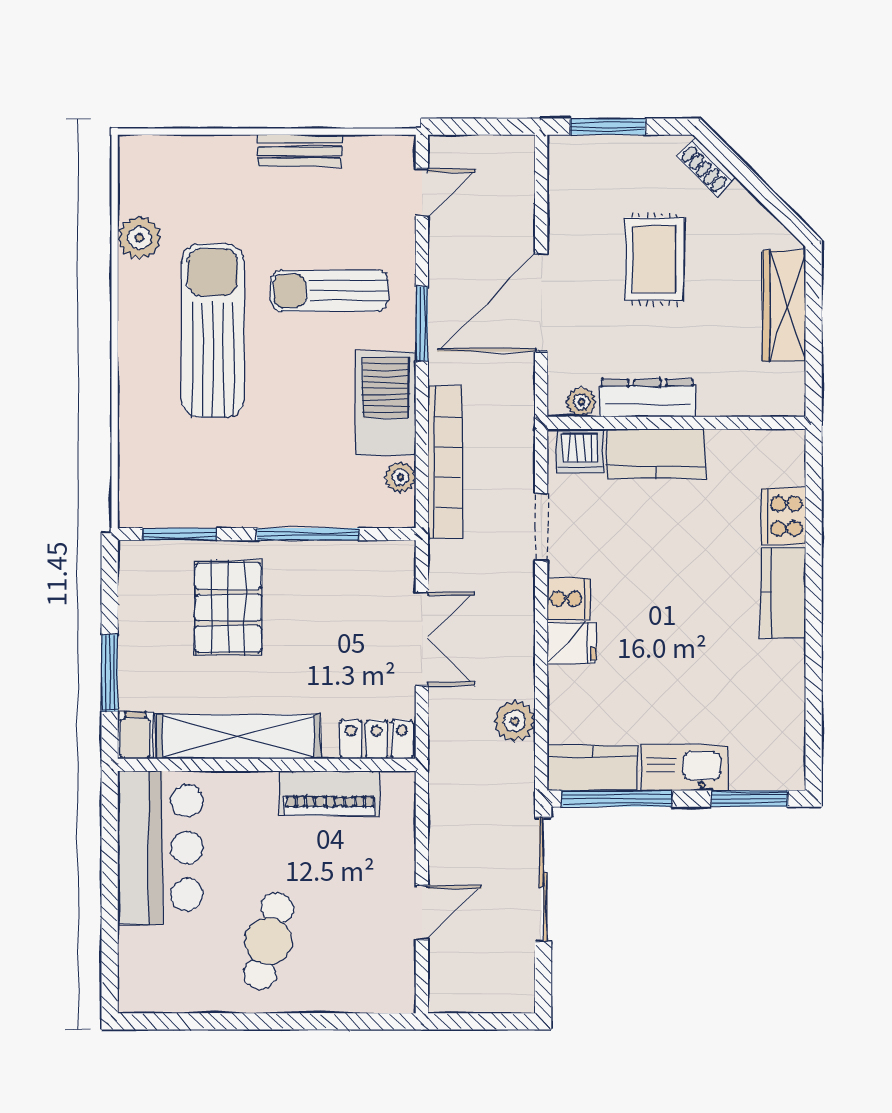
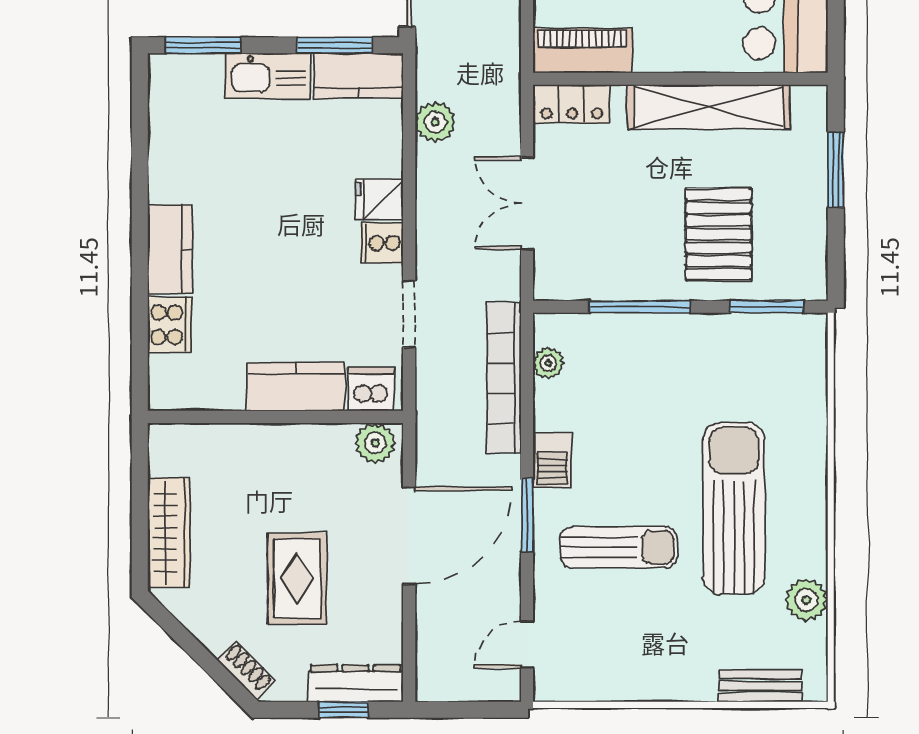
window: (608, 127) -> (343, 710), width x0.67
bench: (300, 151) -> (760, 686), moved
sun lounger: (213, 331) -> (734, 508), turned 180
dresser: (647, 398) -> (356, 683), moved, turned 180
plant: (581, 402) -> (375, 443), width x1.38, depth x1.38
barbecue: (386, 404) -> (552, 460), width x0.53, depth x0.65
filing cabinet: (135, 735) -> (810, 108), removed
piano: (330, 793) -> (583, 51), moved
window: (617, 799) -> (335, 45), width x0.69

